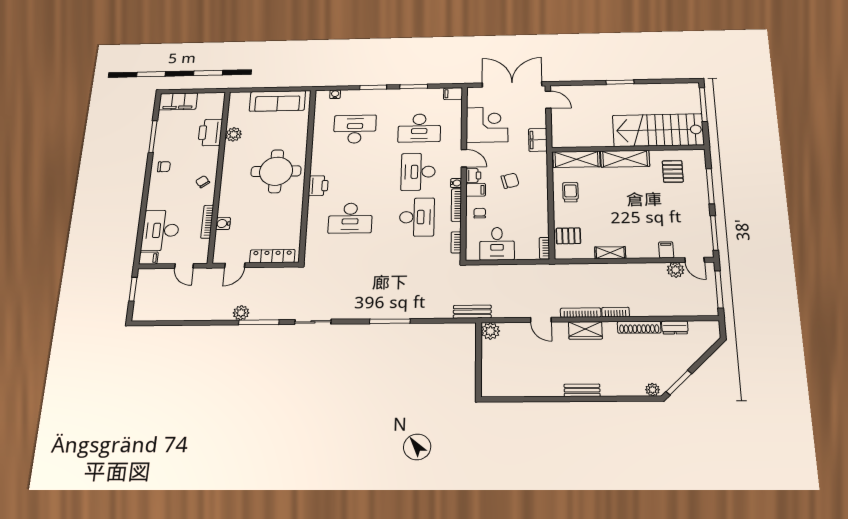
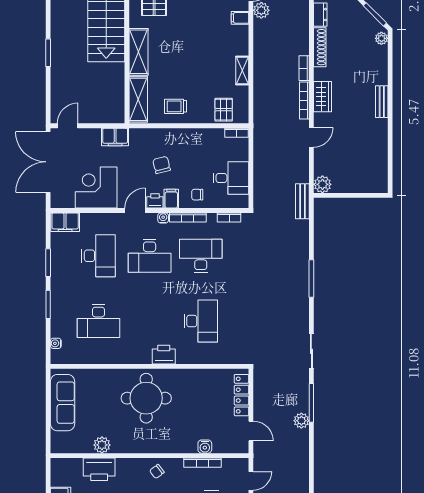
filing cabinet: (453, 94) -> (65, 222), width x2.00
desk: (355, 129) -> (98, 321), turned -90

